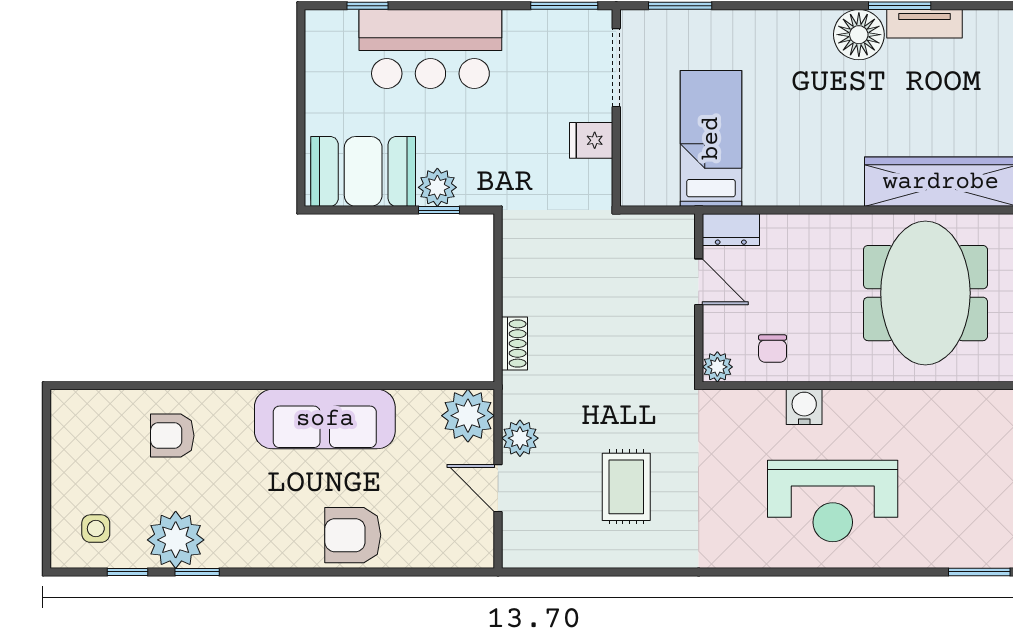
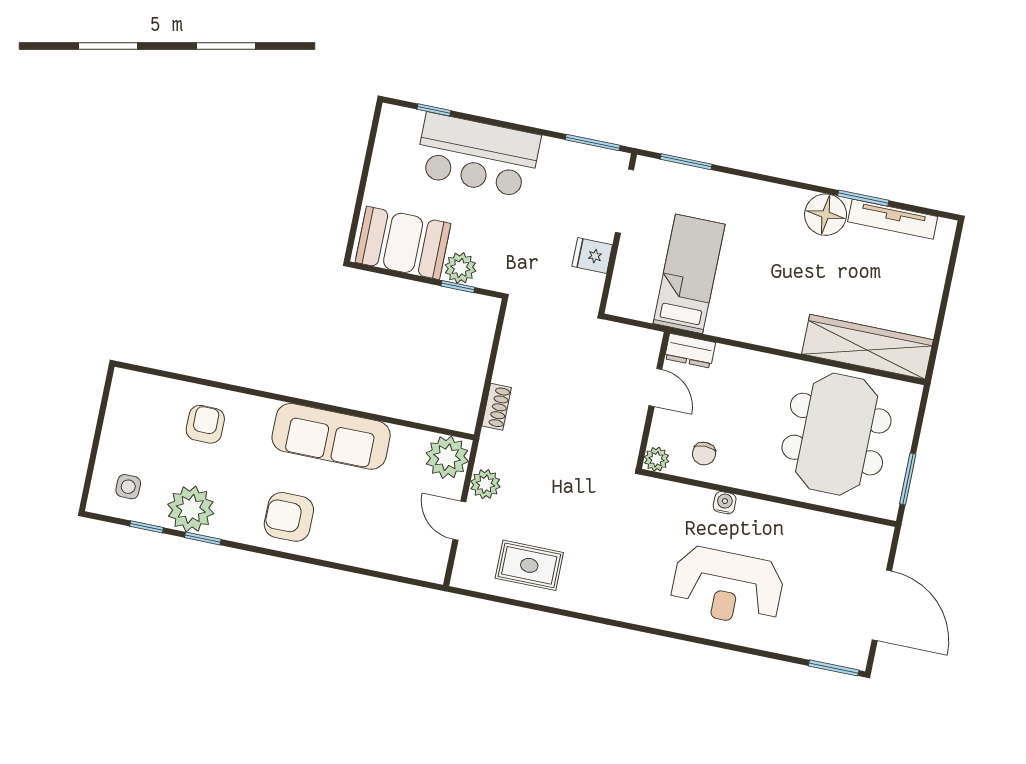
tv unit: (924, 24) -> (893, 219), width x1.41
water cooler: (804, 407) -> (725, 503), width x0.72, depth x0.72
armchair: (172, 436) -> (205, 424), turned 90
rug: (626, 487) -> (529, 565), moved, turned 90
armchair: (353, 535) -> (289, 517), moved

